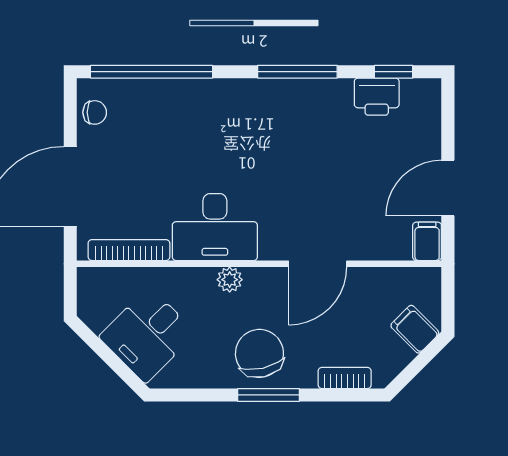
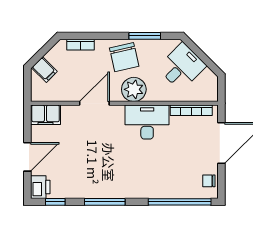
printer: (377, 97) -> (40, 187), moved, turned 90
door: (448, 188) -> (27, 157), moved
filing cabinet: (427, 241) -> (46, 115), width x2.00
plant: (230, 280) -> (134, 89), width x1.87, depth x1.87
window: (268, 395) -> (145, 36), moved

